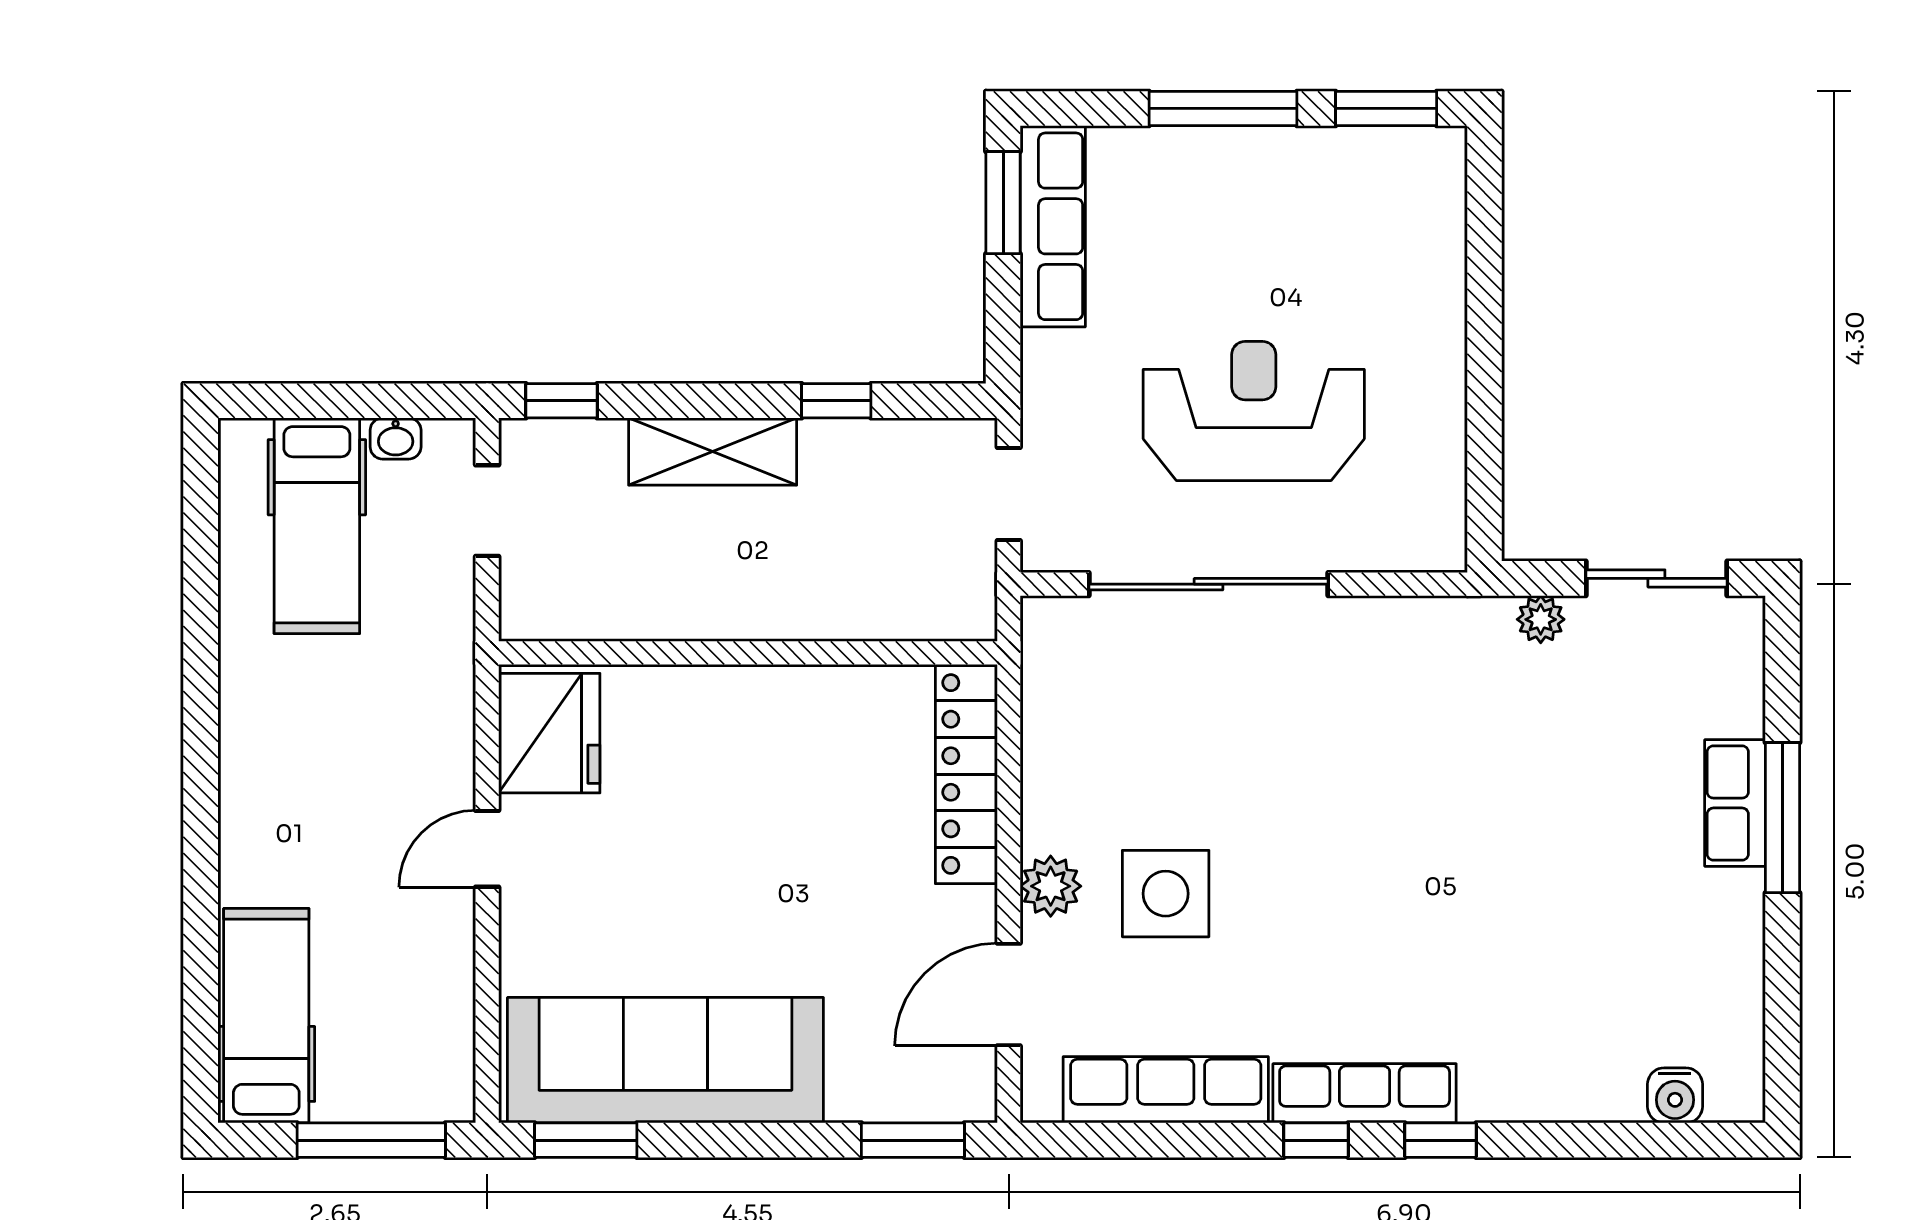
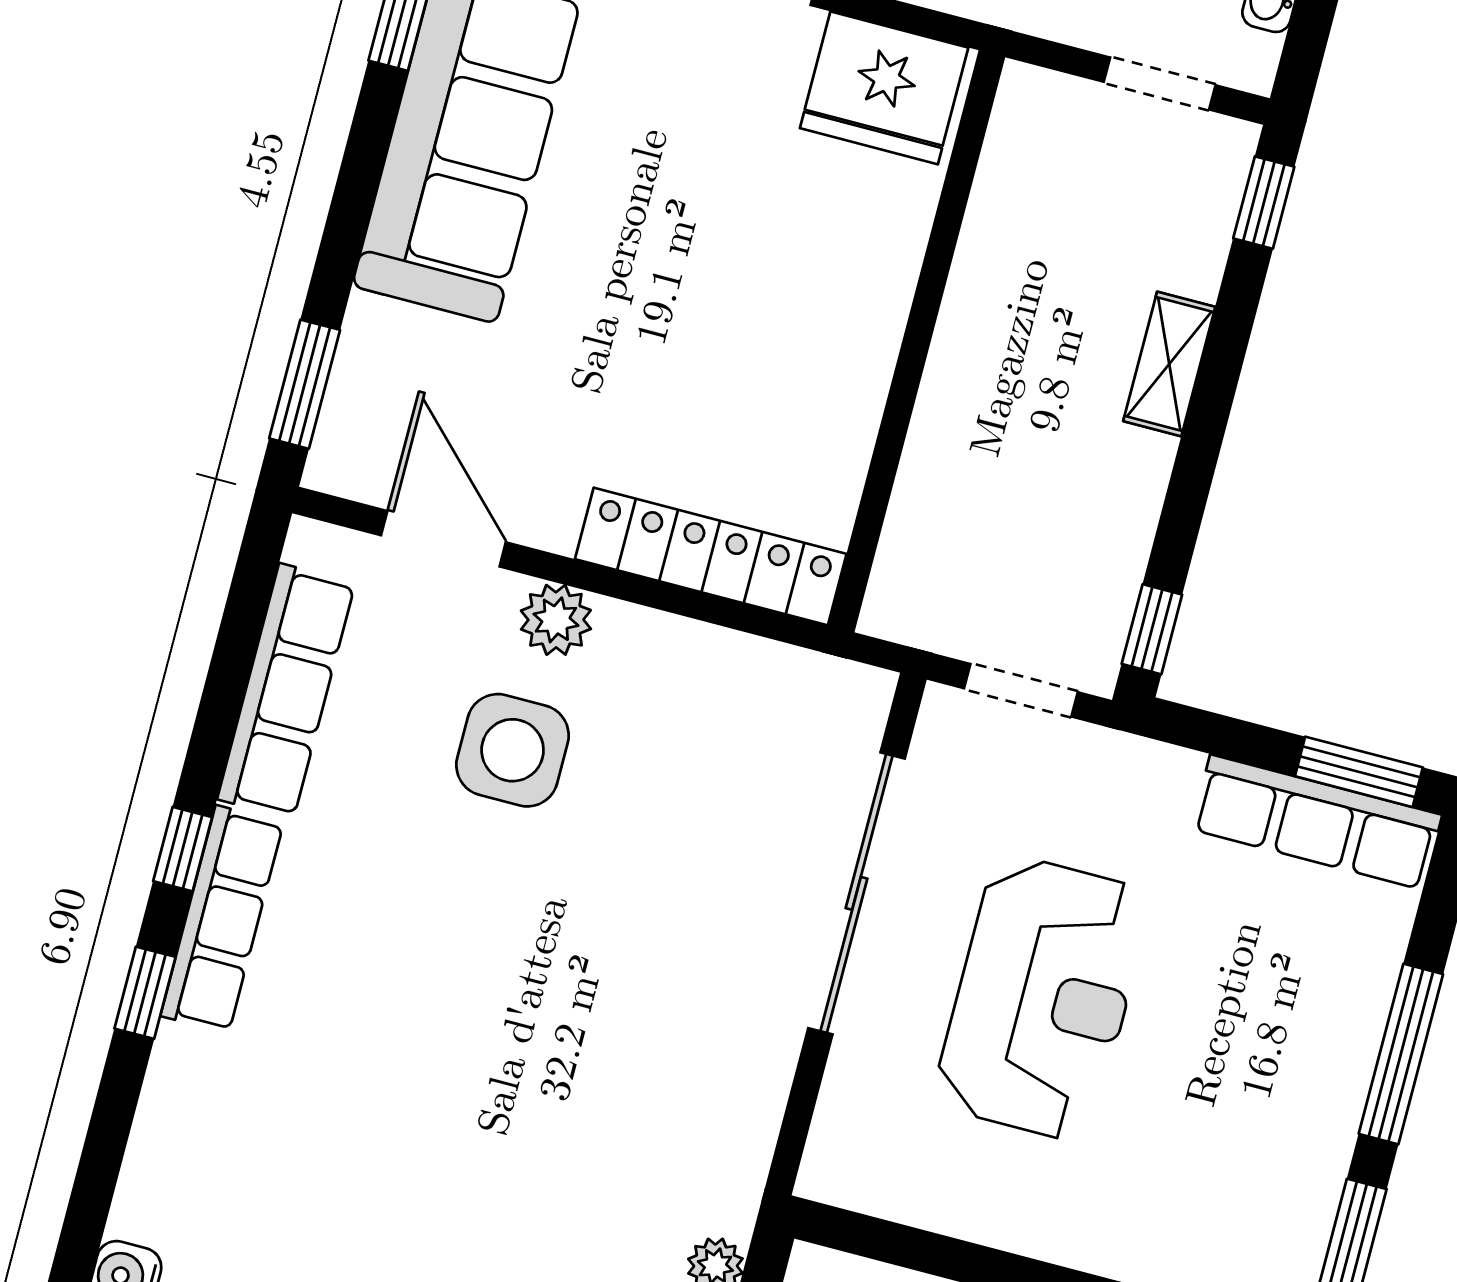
window: (836, 401) -> (1152, 629), moved
shelving: (713, 452) -> (1169, 364), width x0.67, depth x0.75

